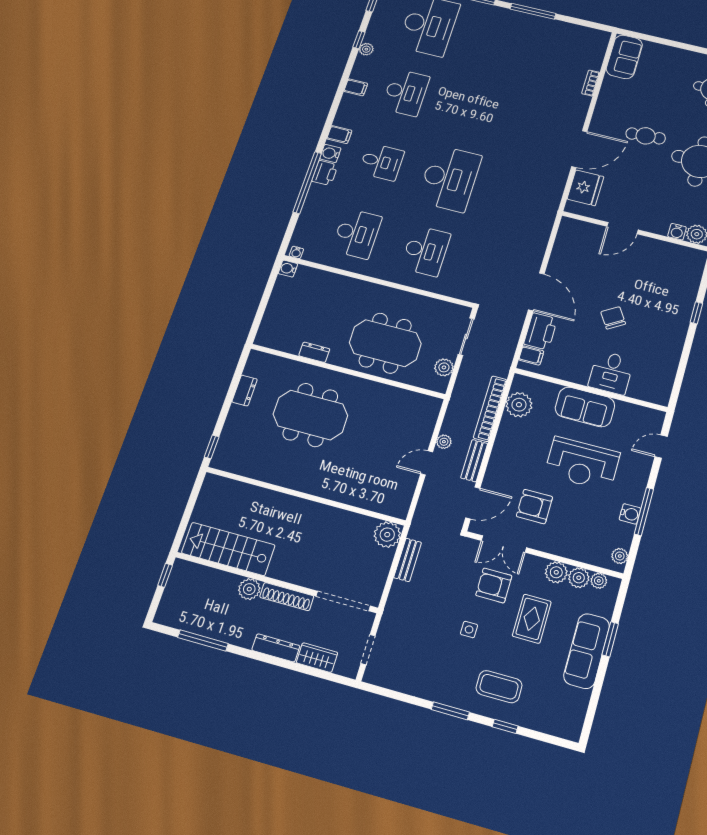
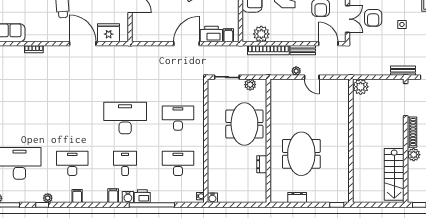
bench: (408, 560) -> (403, 71), moved

